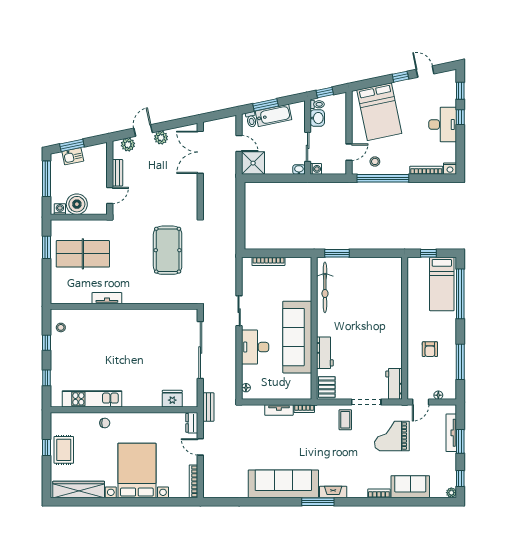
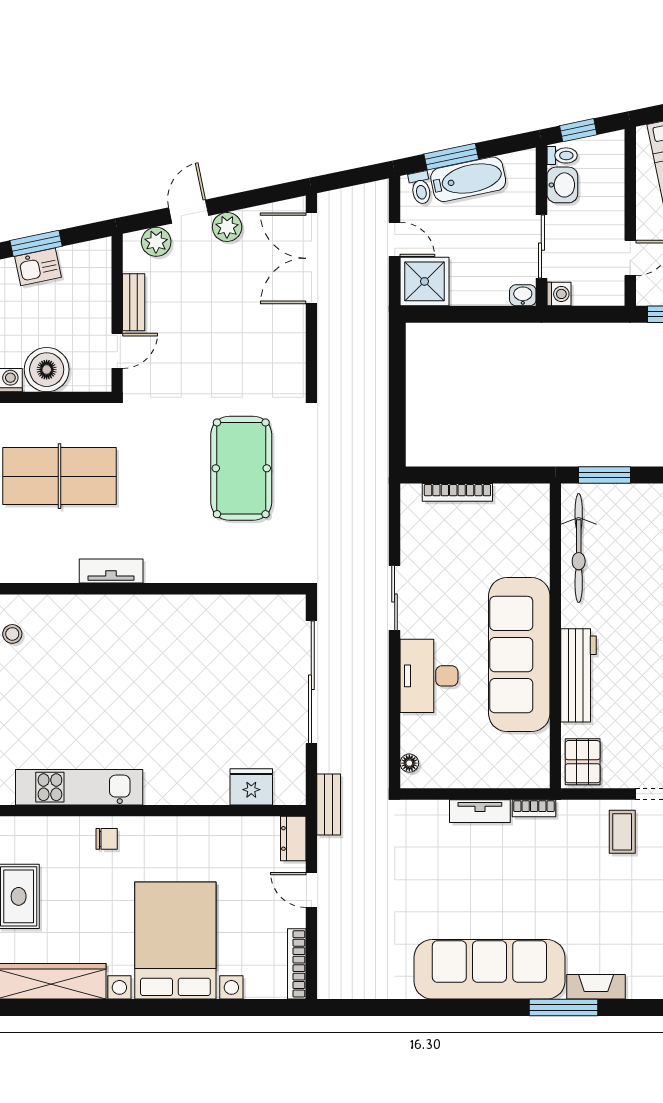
workbench: (325, 353) -> (578, 675), width x1.37

